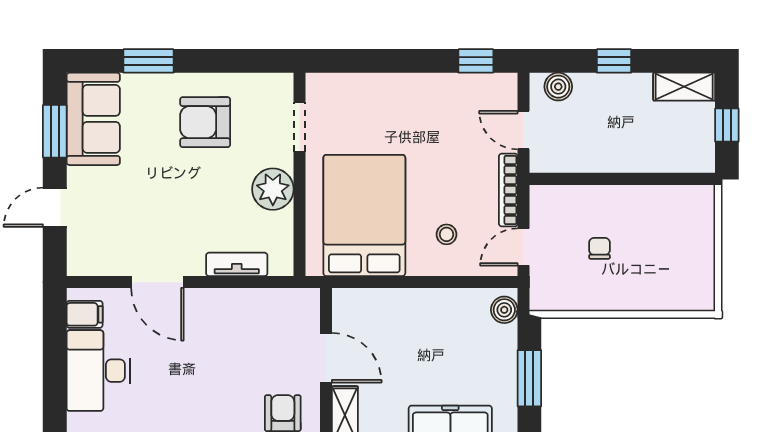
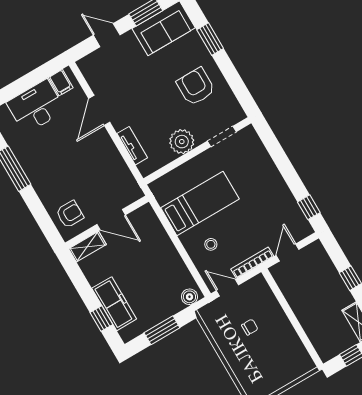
boiler: (558, 87) -> (320, 257), removed
bed: (364, 215) -> (200, 203), width x0.67
door: (326, 358) -> (111, 220), hinge flipped

